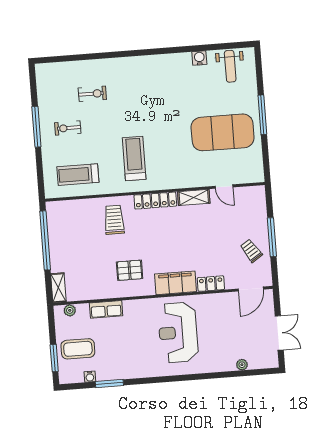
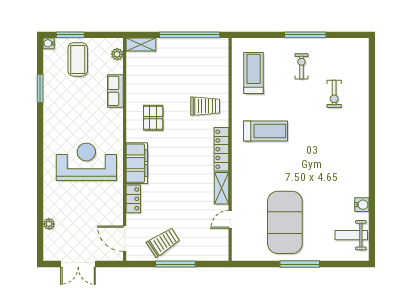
trolley: (251, 251) -> (163, 242), width x1.36, depth x1.39
water cooler: (90, 377) -> (49, 43), moved

